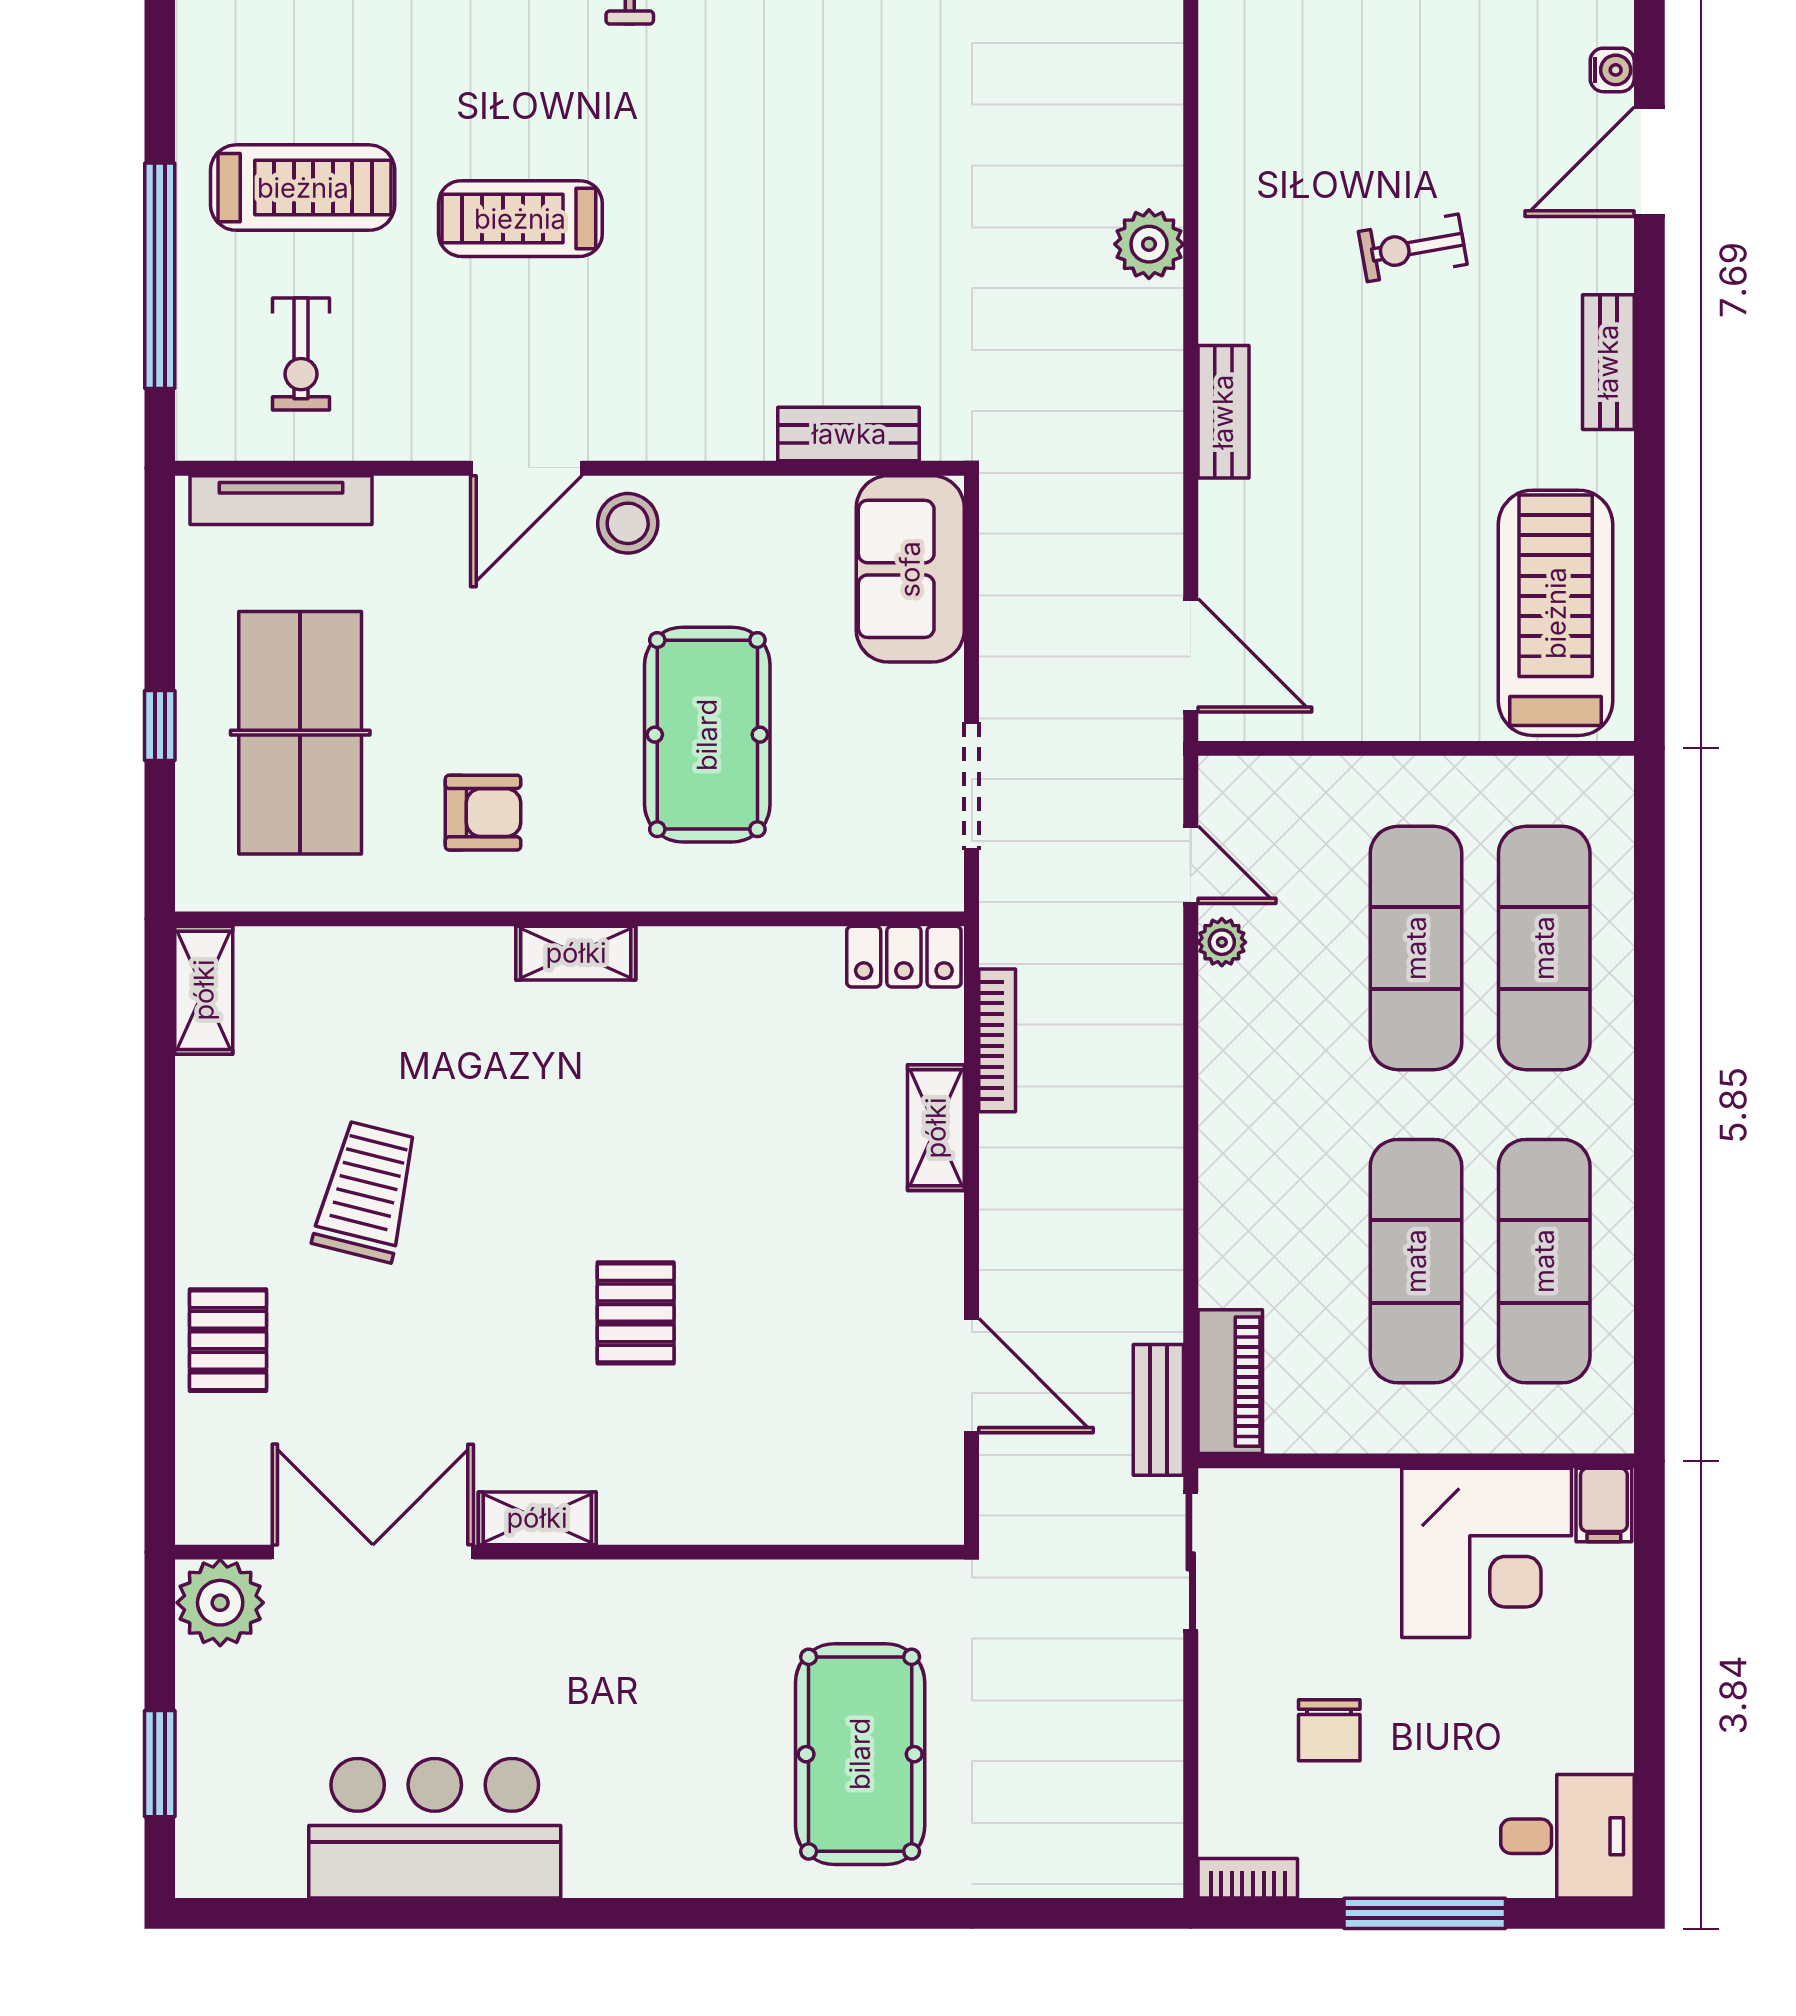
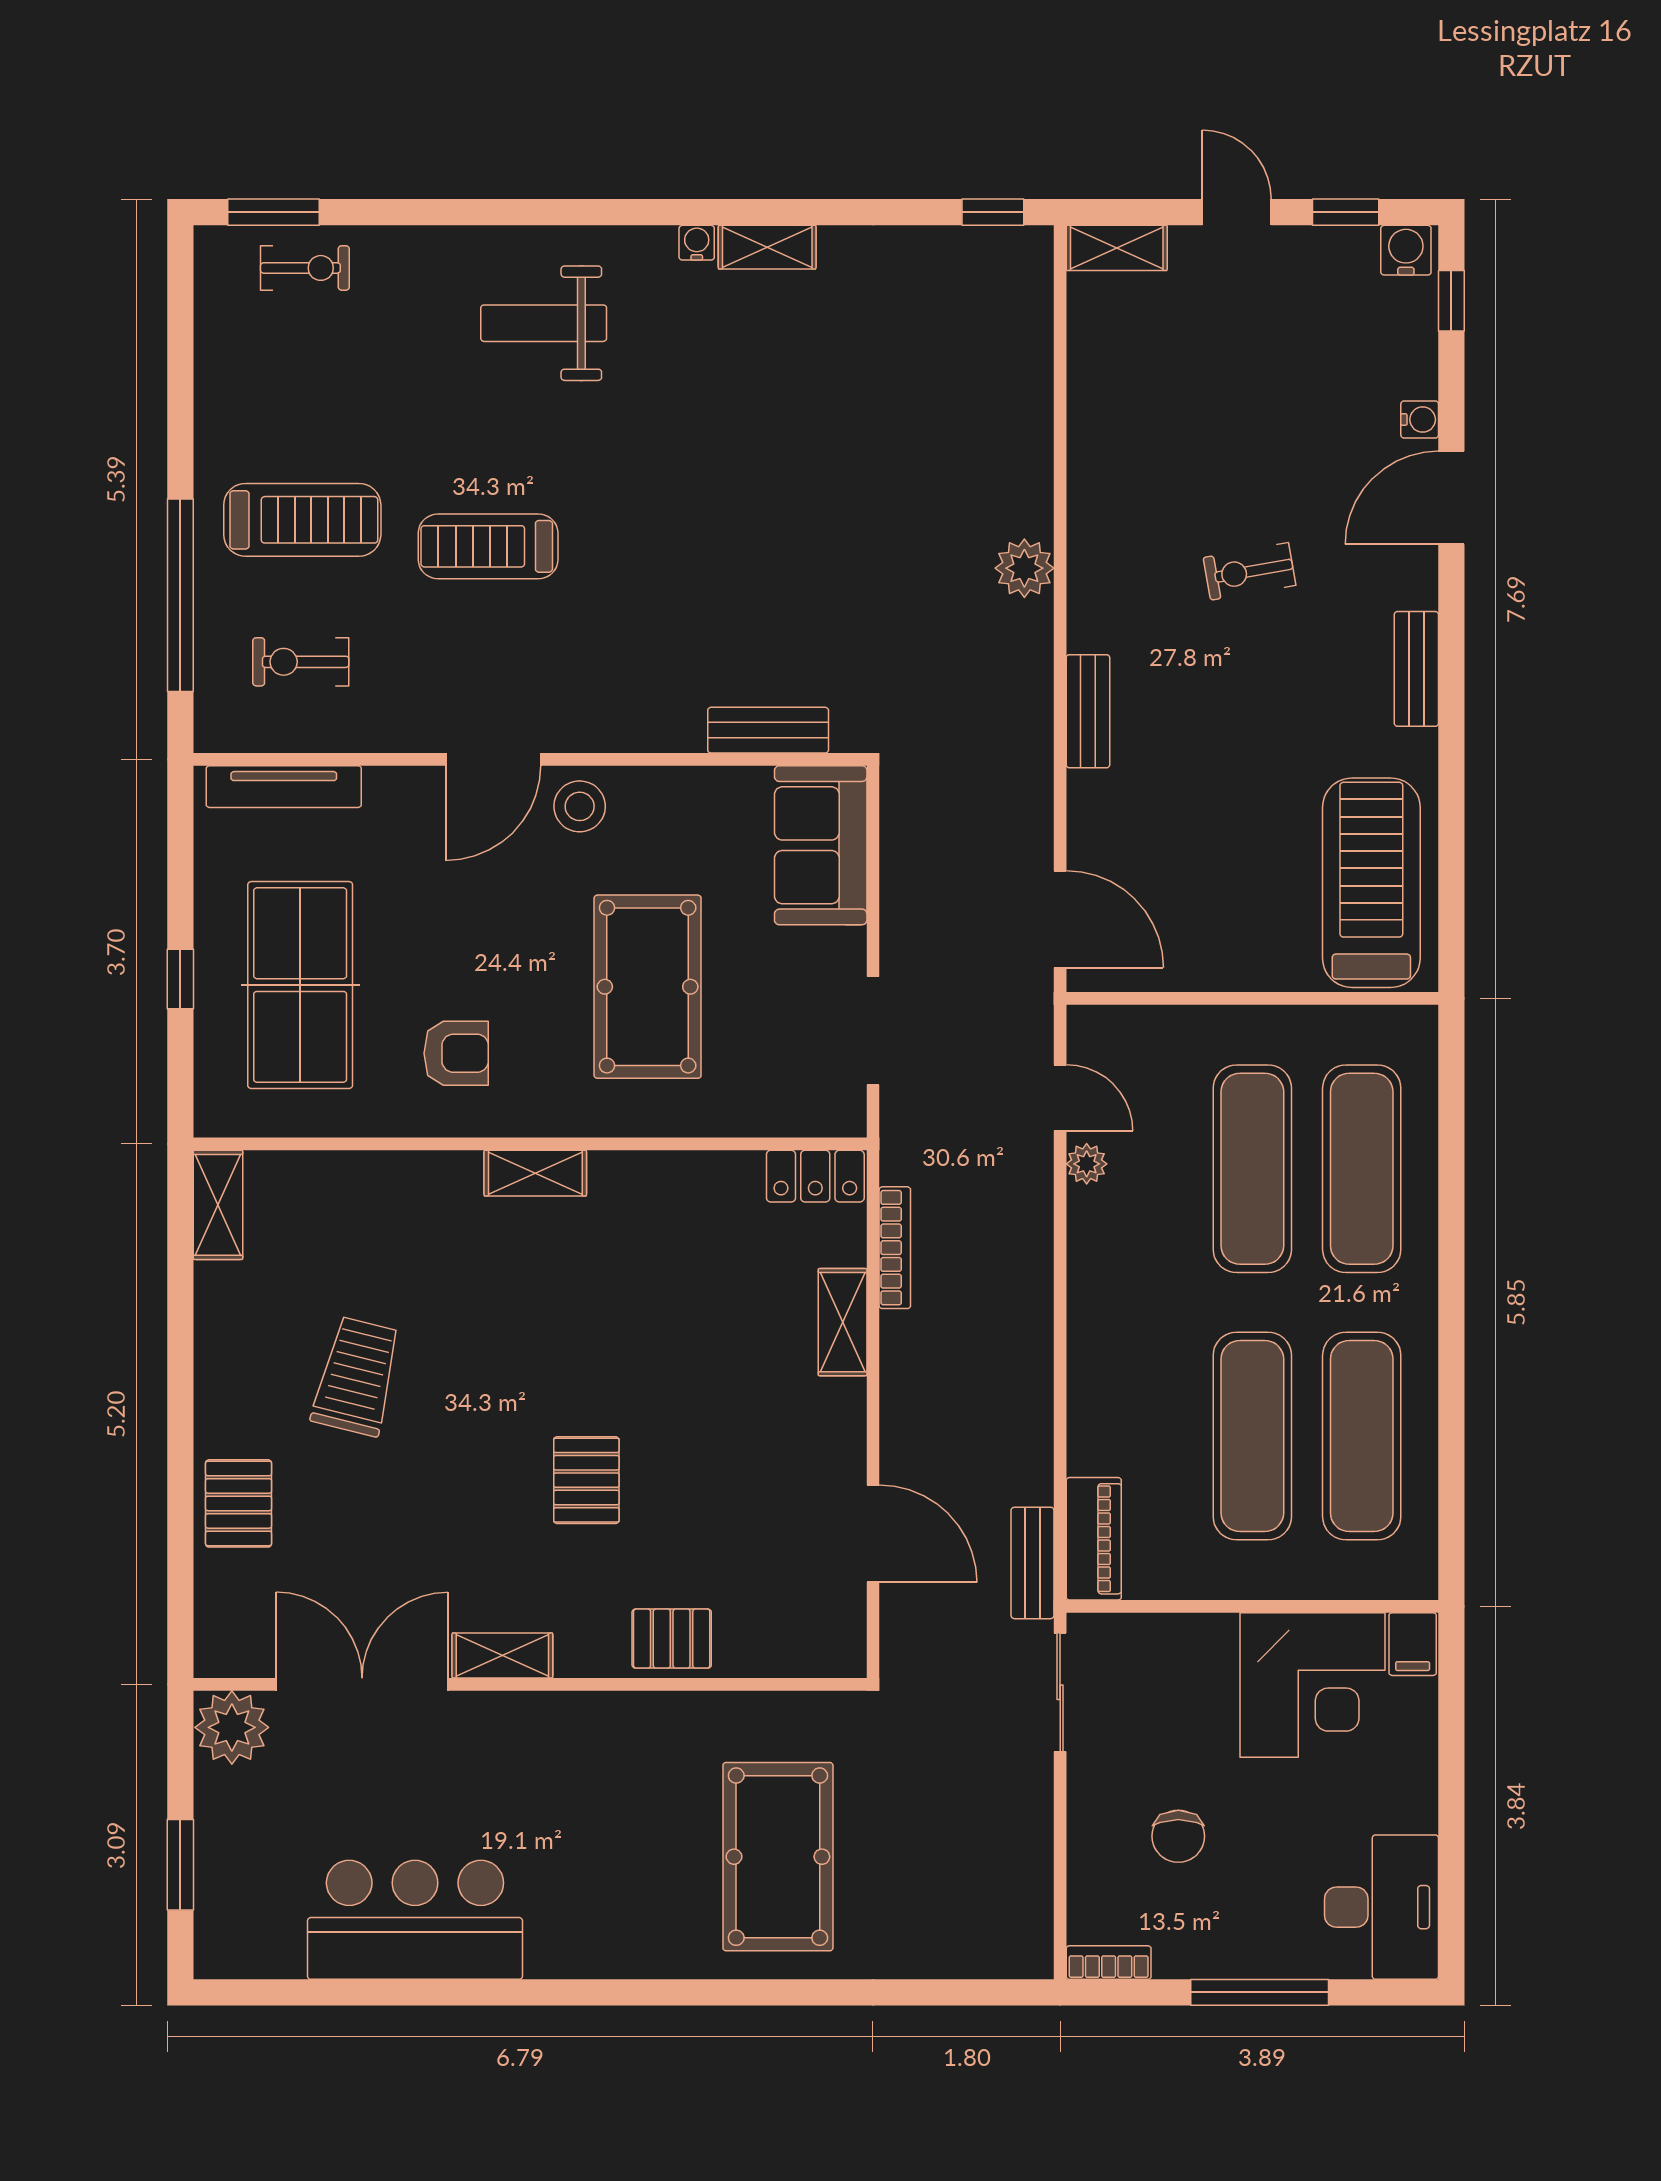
exercise bike: (301, 354) -> (301, 662), turned 90
pallet: (736, 1499) -> (672, 1639), added
desk: (1567, 1836) -> (1382, 1907), width x1.37

